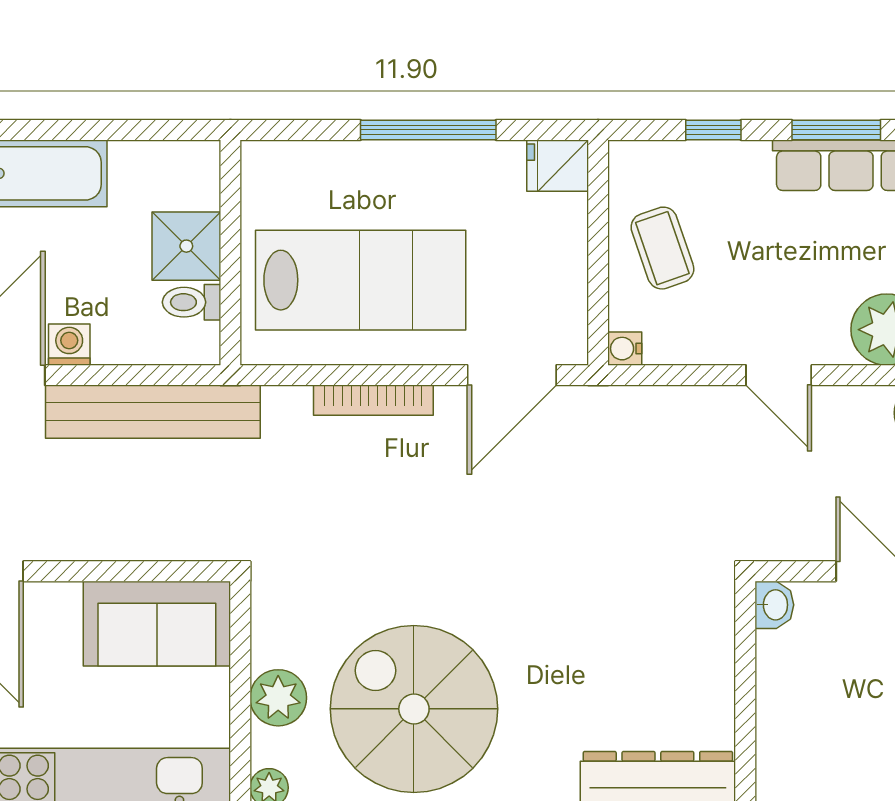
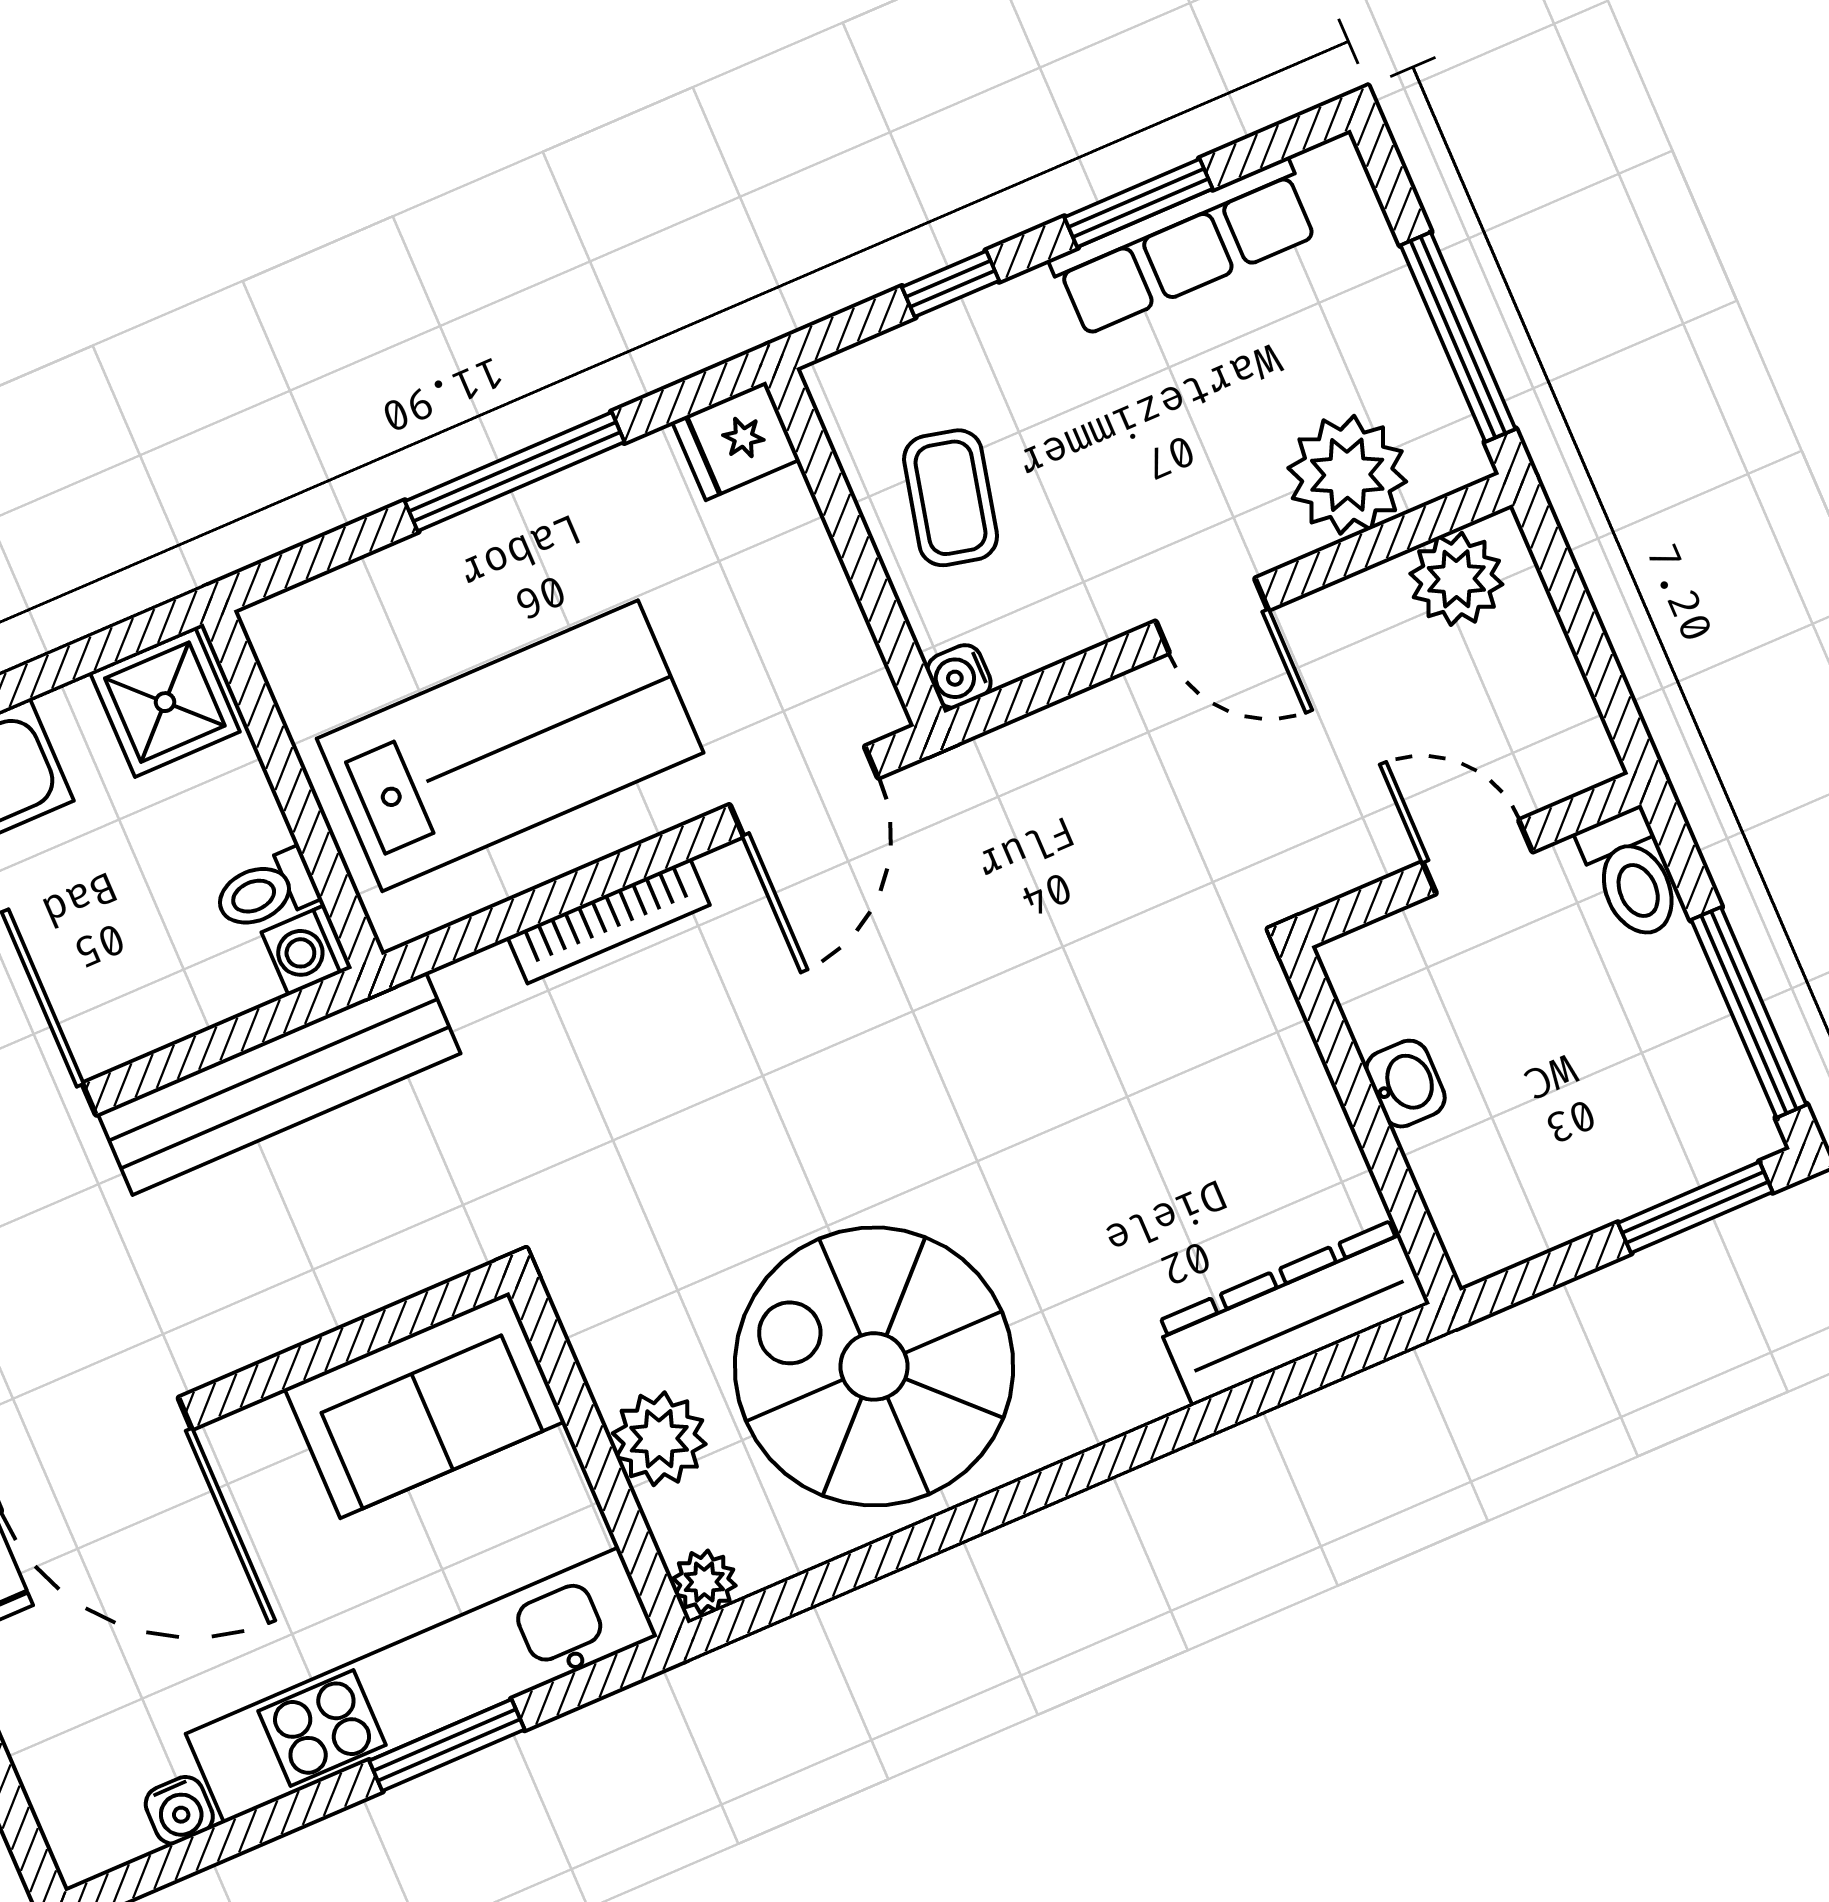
shower: (186, 246) -> (165, 702), moved
coffee table: (662, 248) -> (951, 498), turned 32
washing machine: (69, 345) -> (307, 950), moved, turned -90
washbasin: (774, 605) -> (1405, 1084), moved

